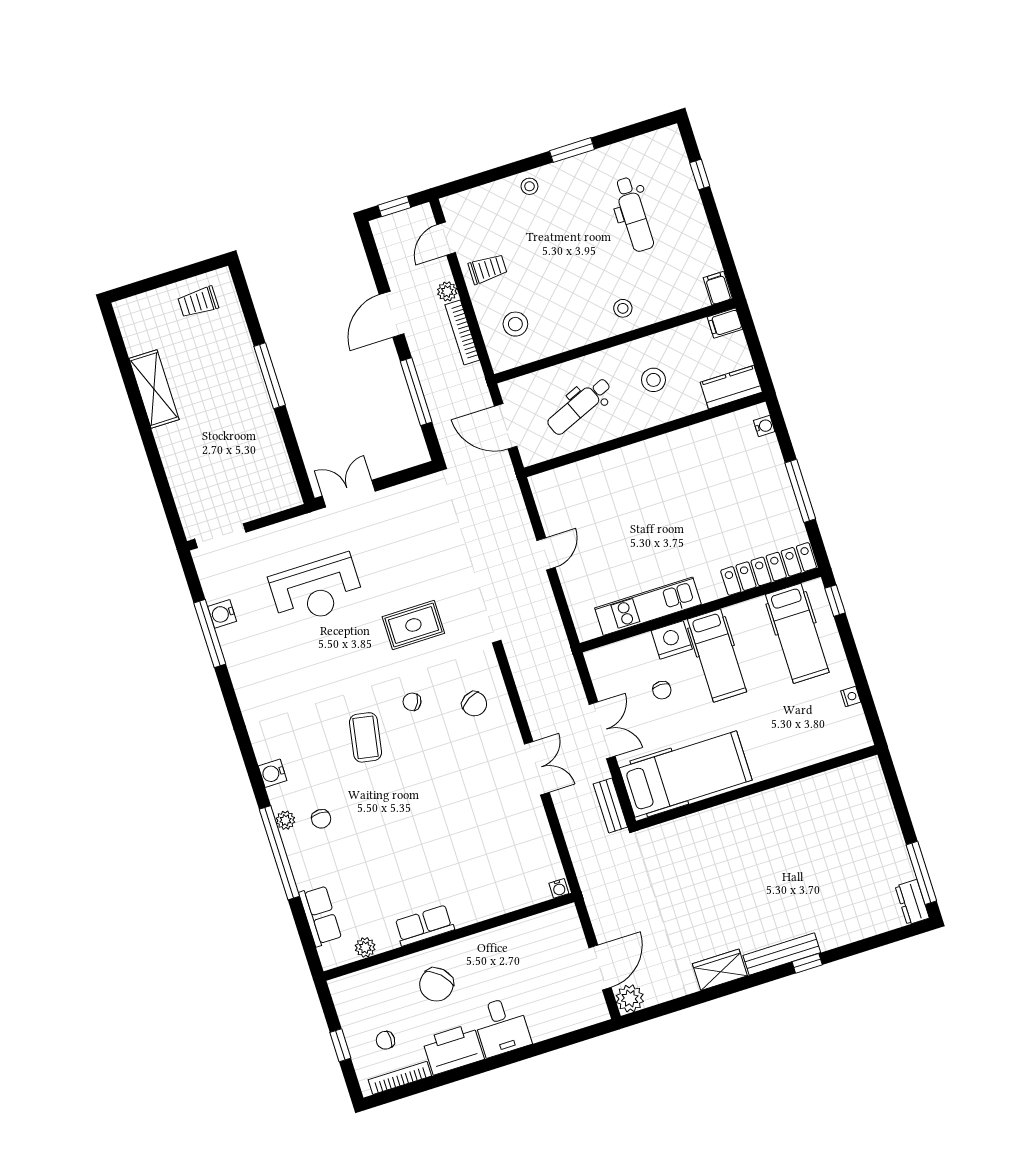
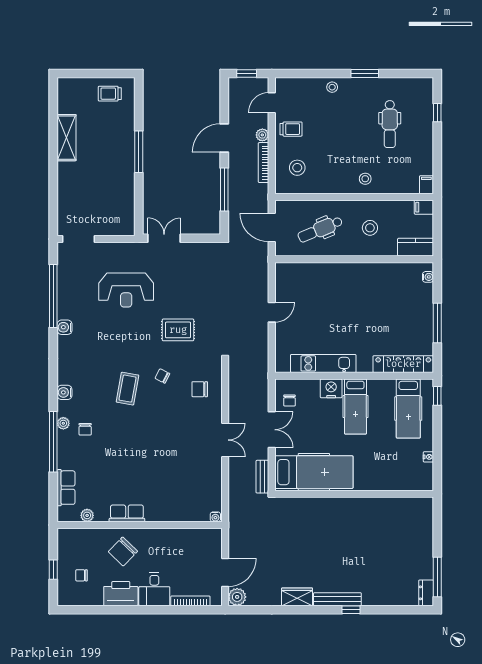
water cooler: (222, 614) -> (65, 327), moved
window: (210, 634) -> (53, 296), width x1.46
chair: (662, 690) -> (289, 401), moved
chair: (474, 704) -> (200, 389), turned 120
bookcase: (400, 1078) -> (190, 601), moved

